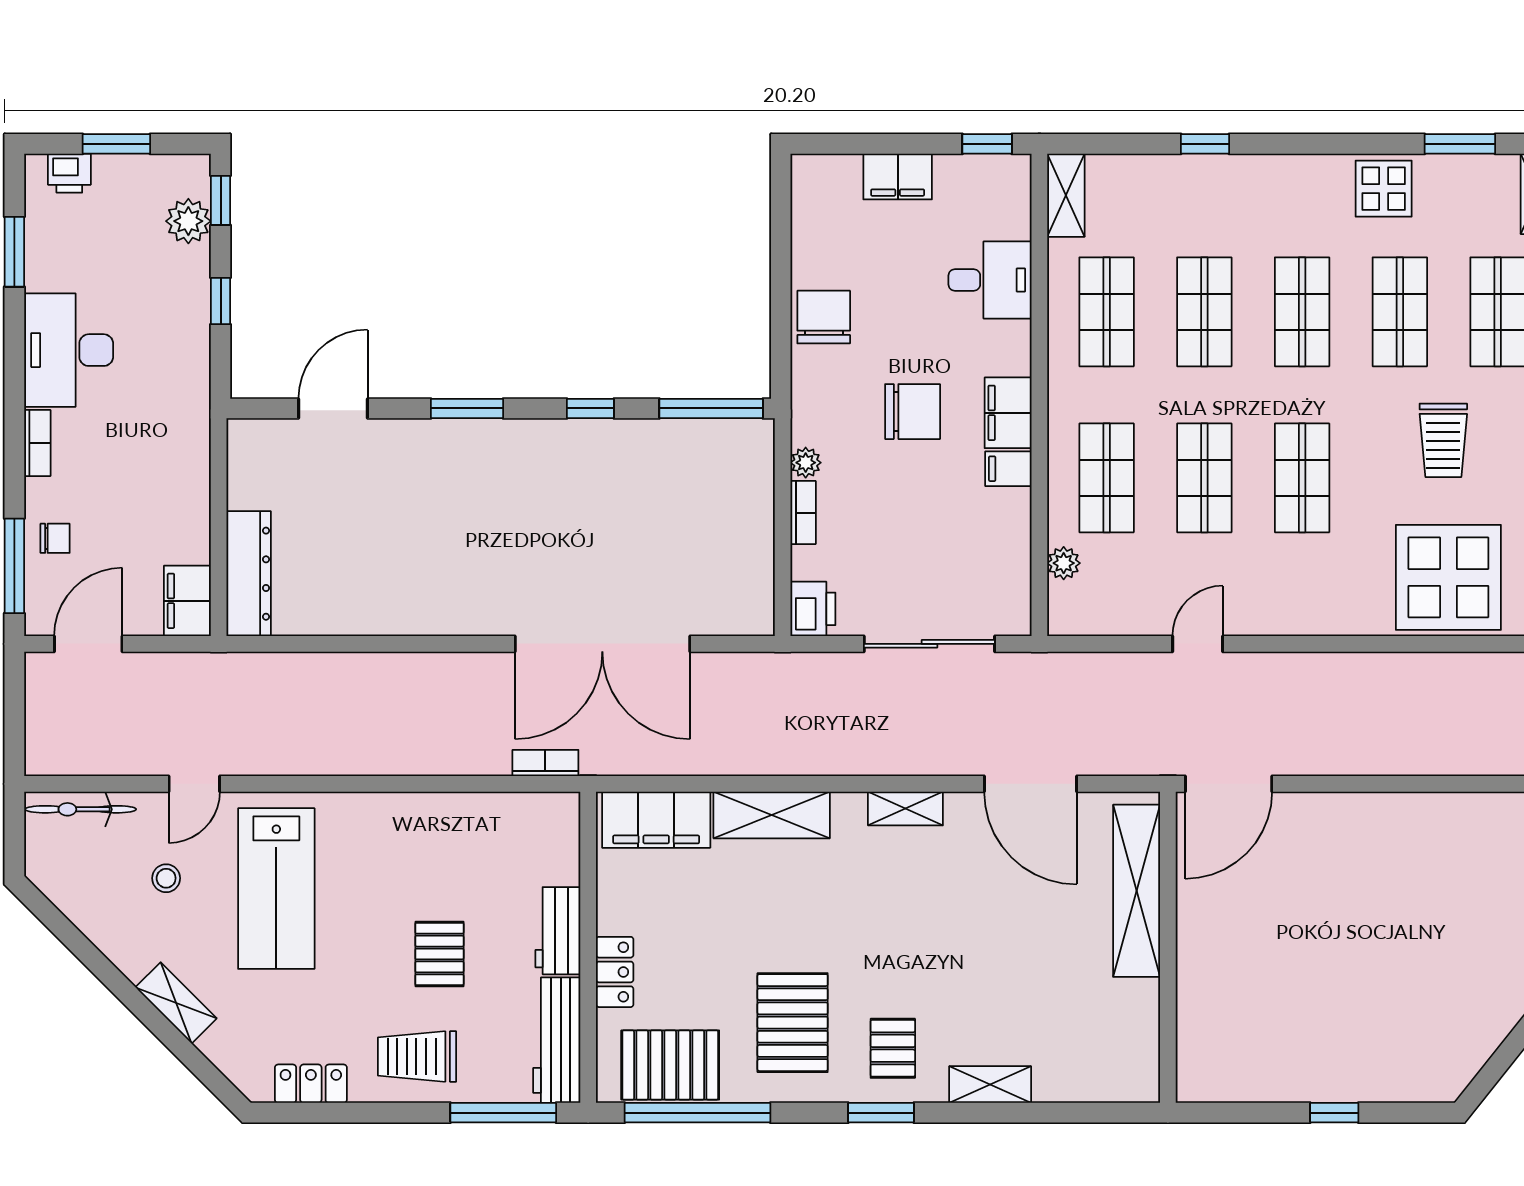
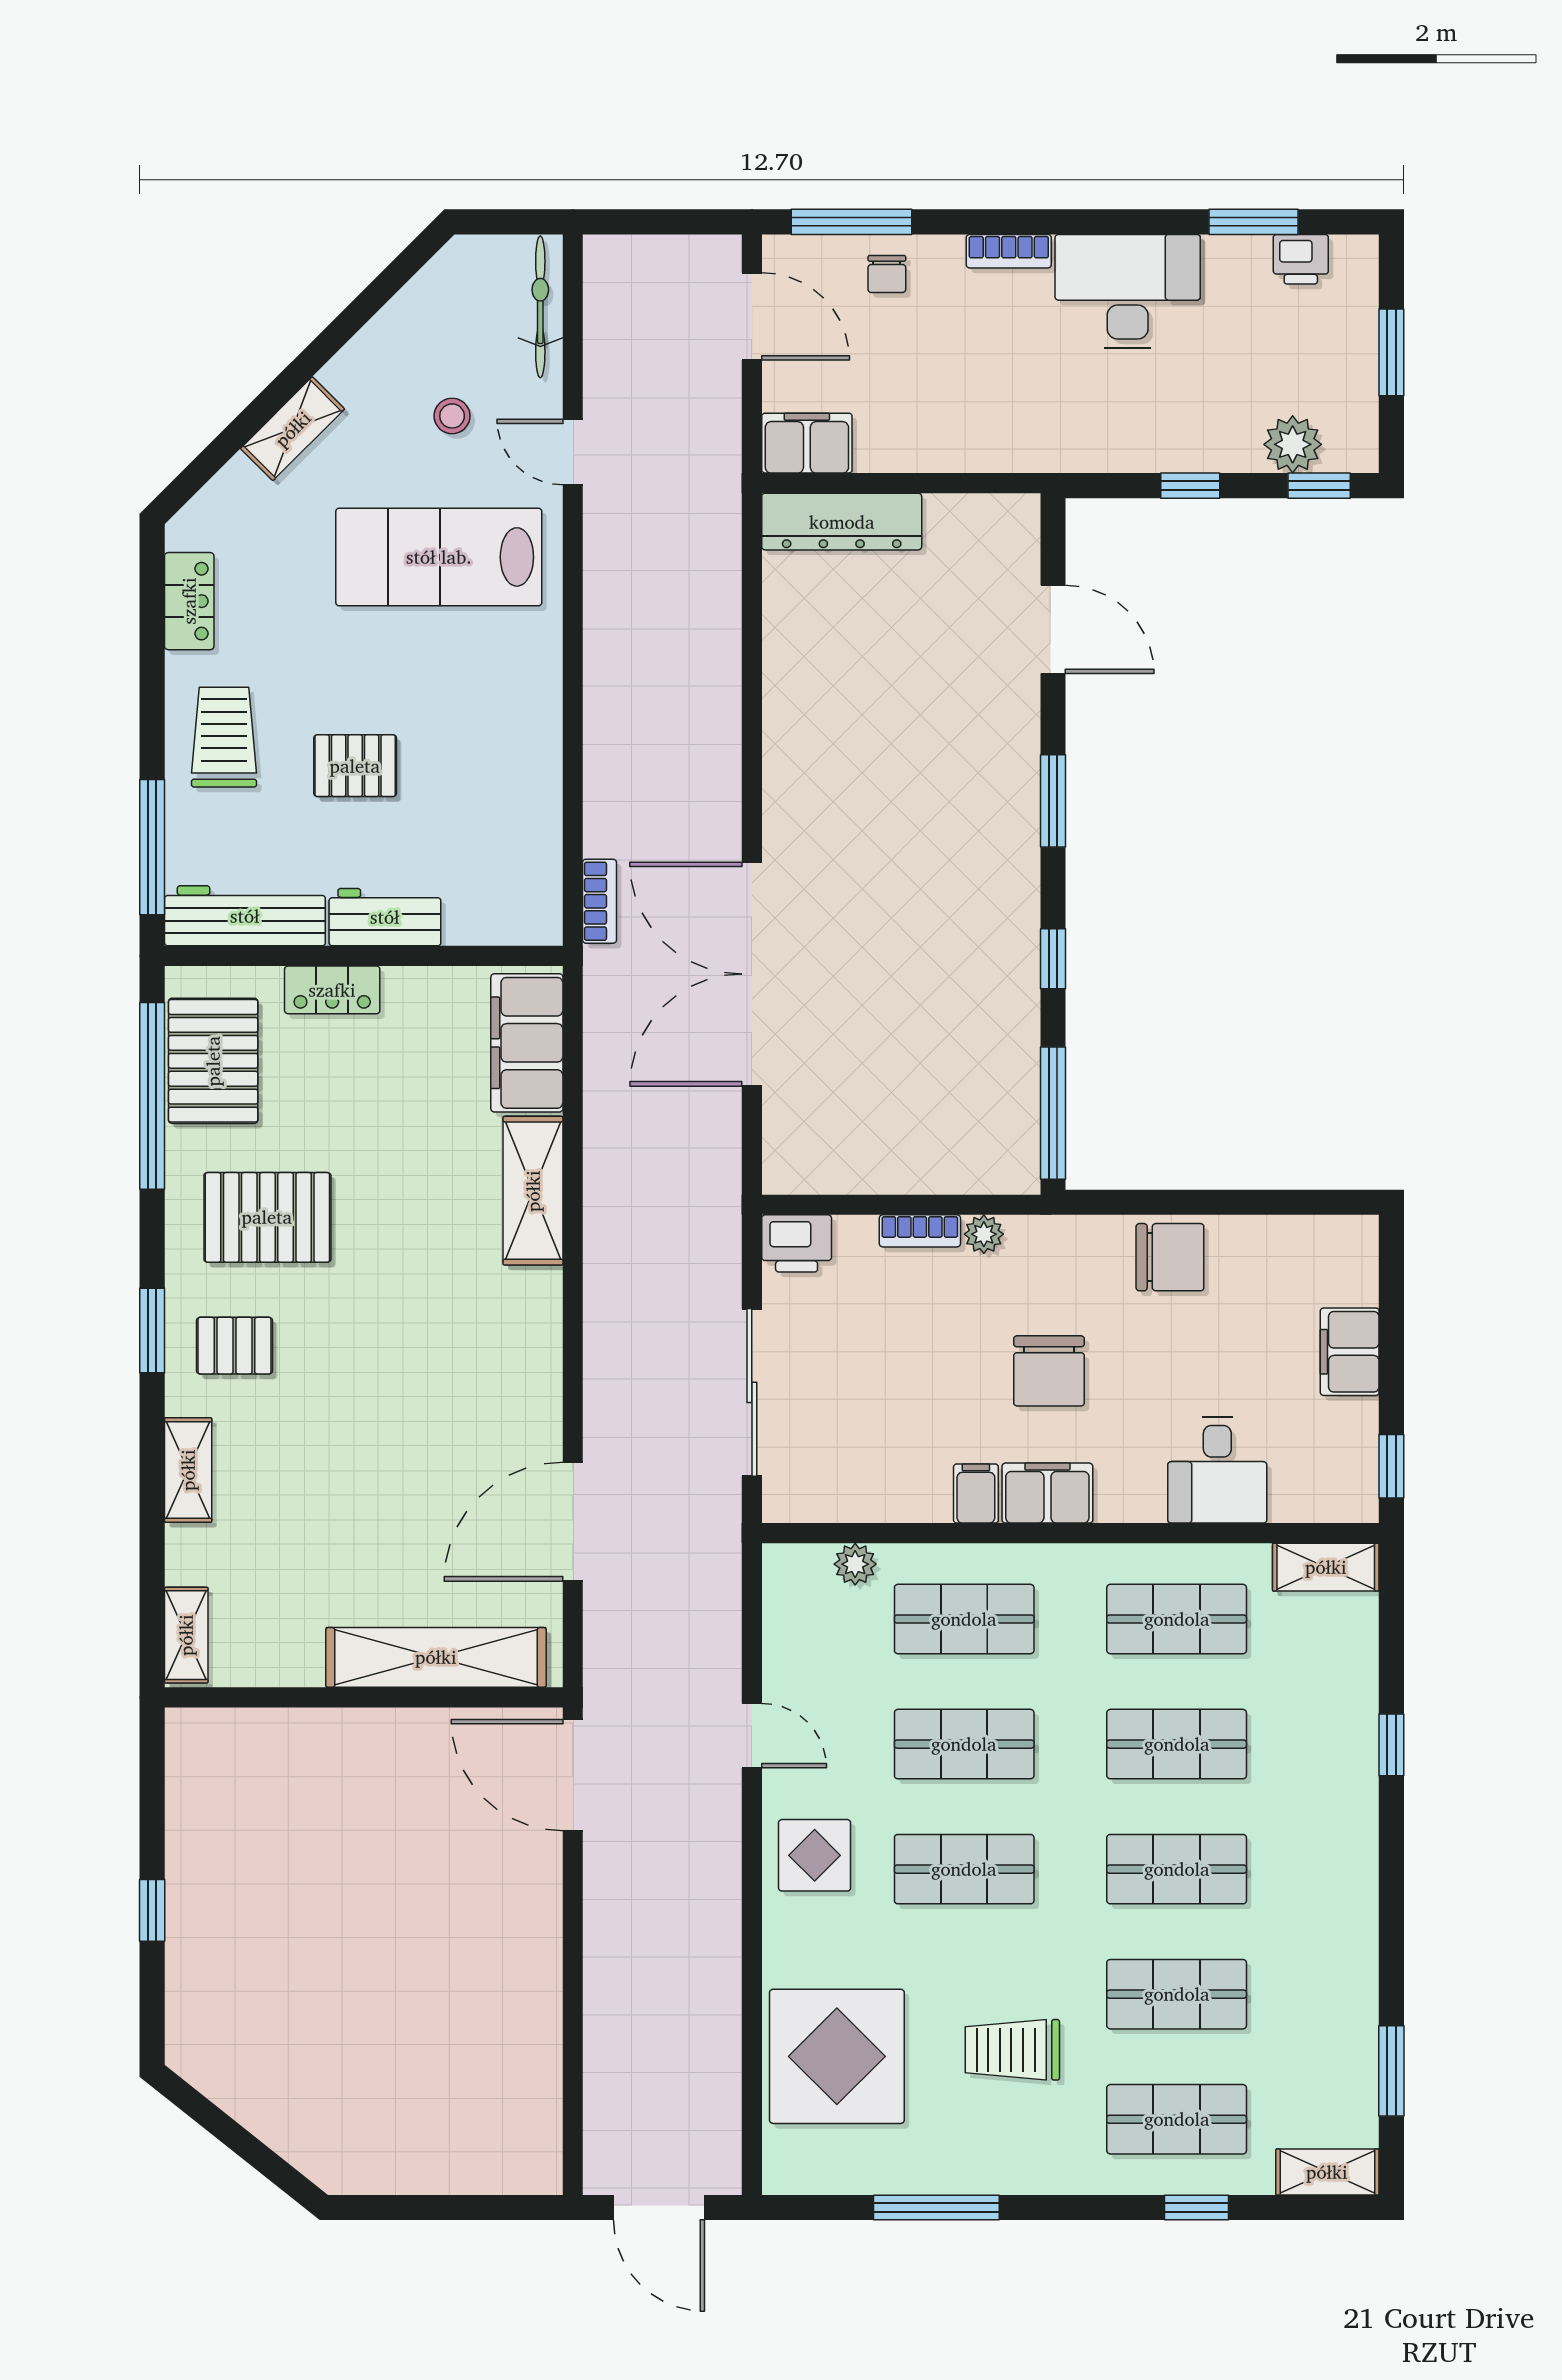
printer: (69, 173) -> (1301, 259), moved, turned -90
display table: (1384, 189) -> (815, 1855), moved
shelving: (905, 809) -> (186, 1635), moved

